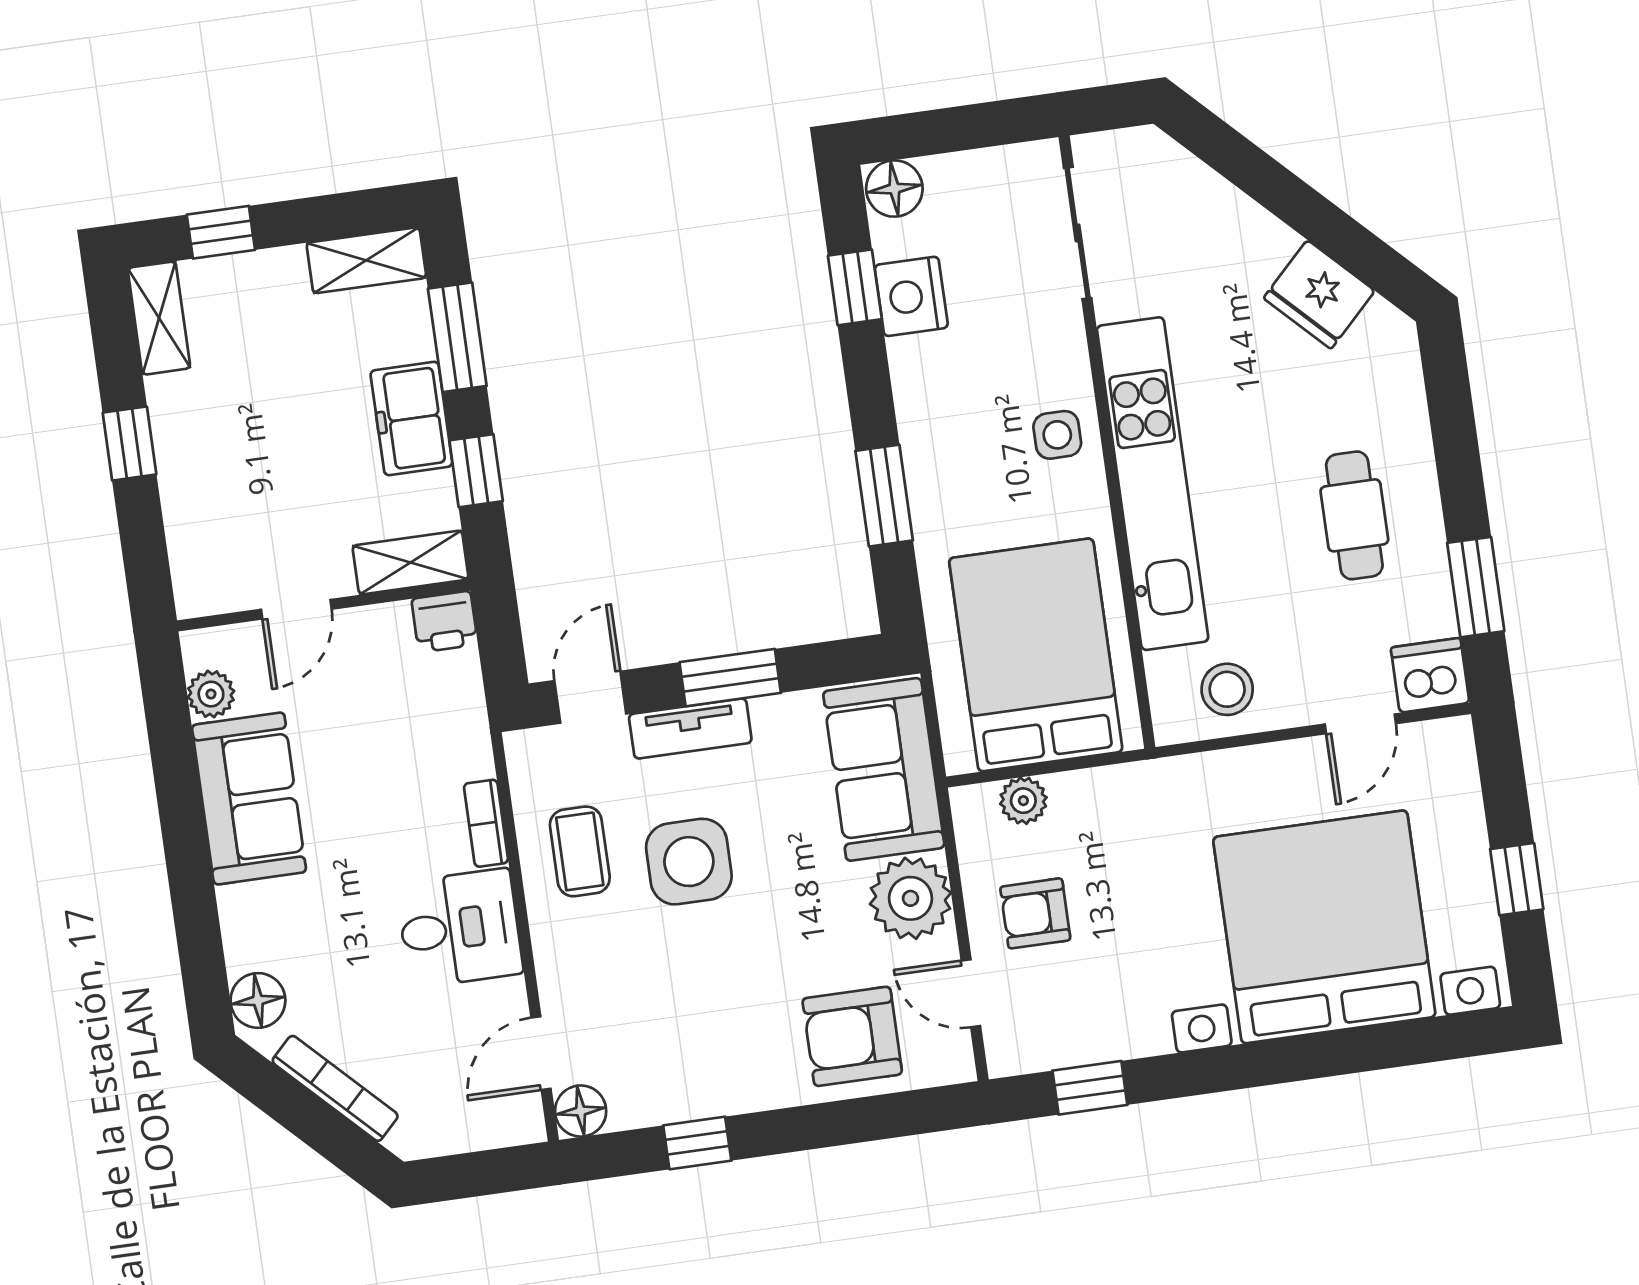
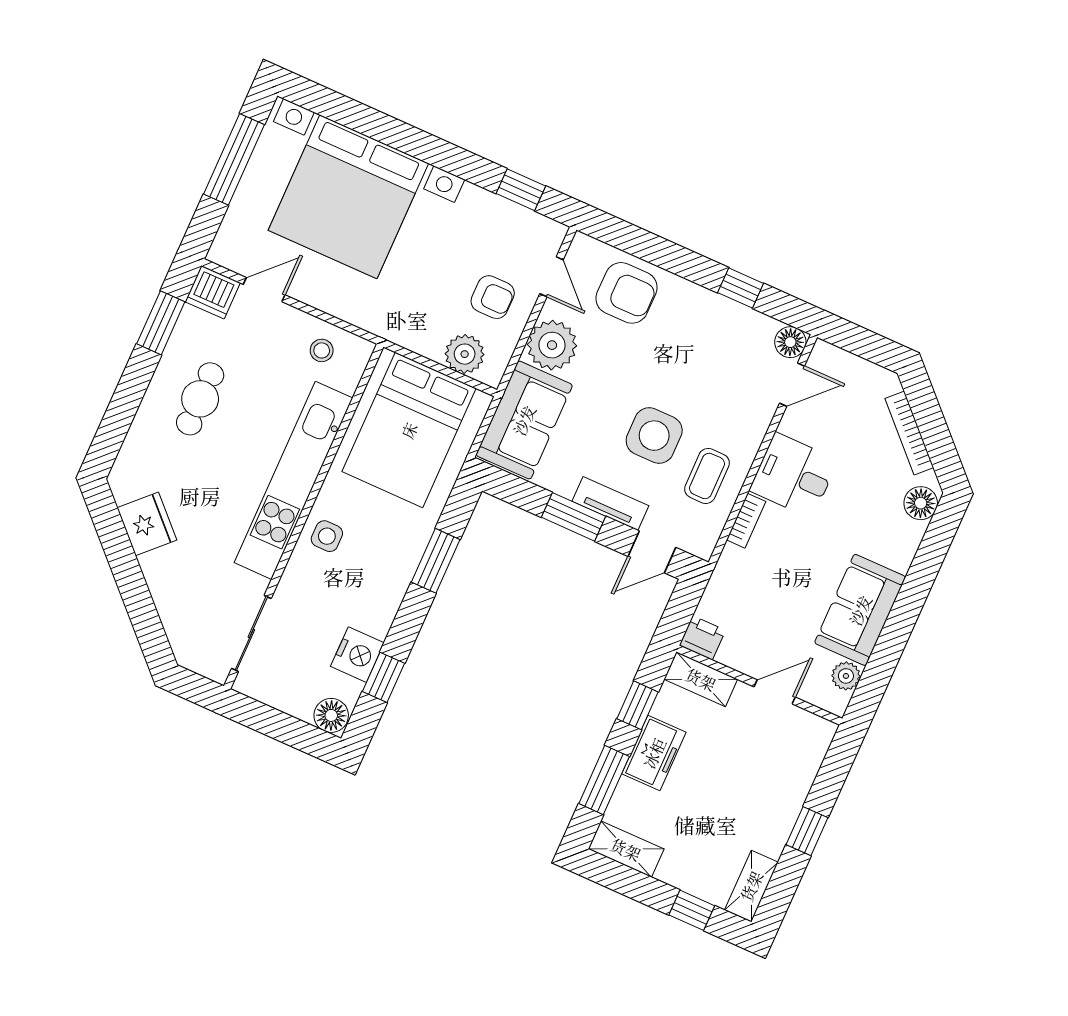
stool: (1227, 689) -> (322, 350), width x0.73, depth x0.73
plant: (1023, 801) -> (465, 354), width x1.38, depth x1.38
window: (1517, 879) -> (234, 159), width x2.17

